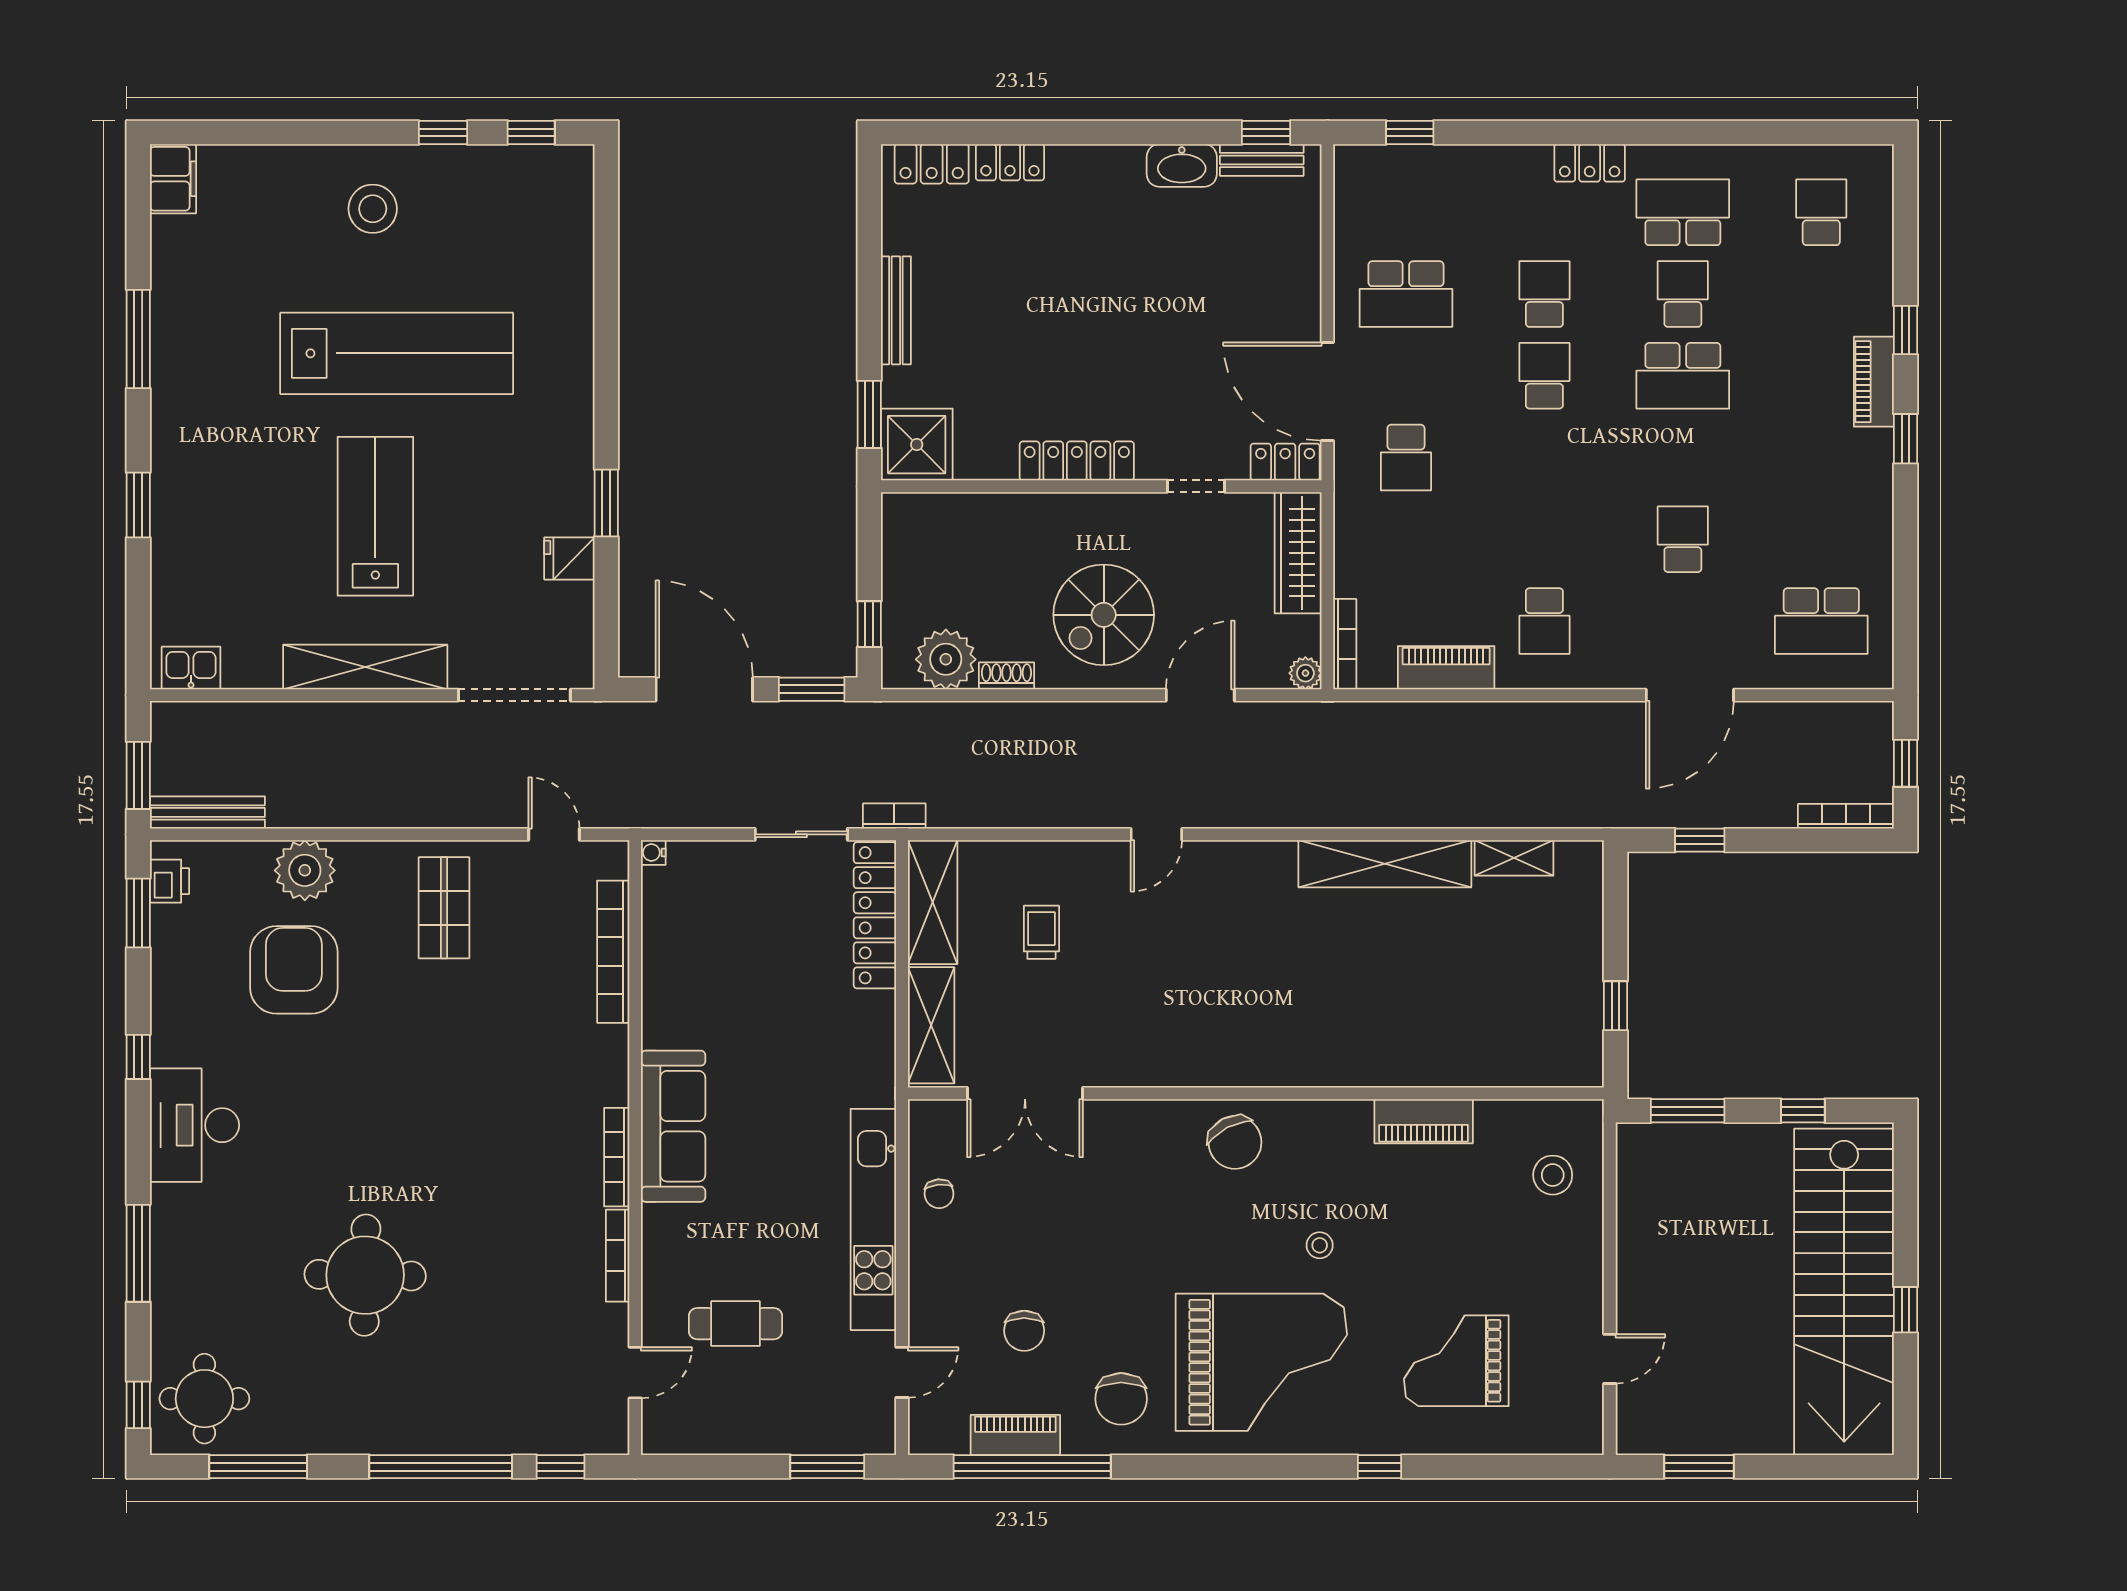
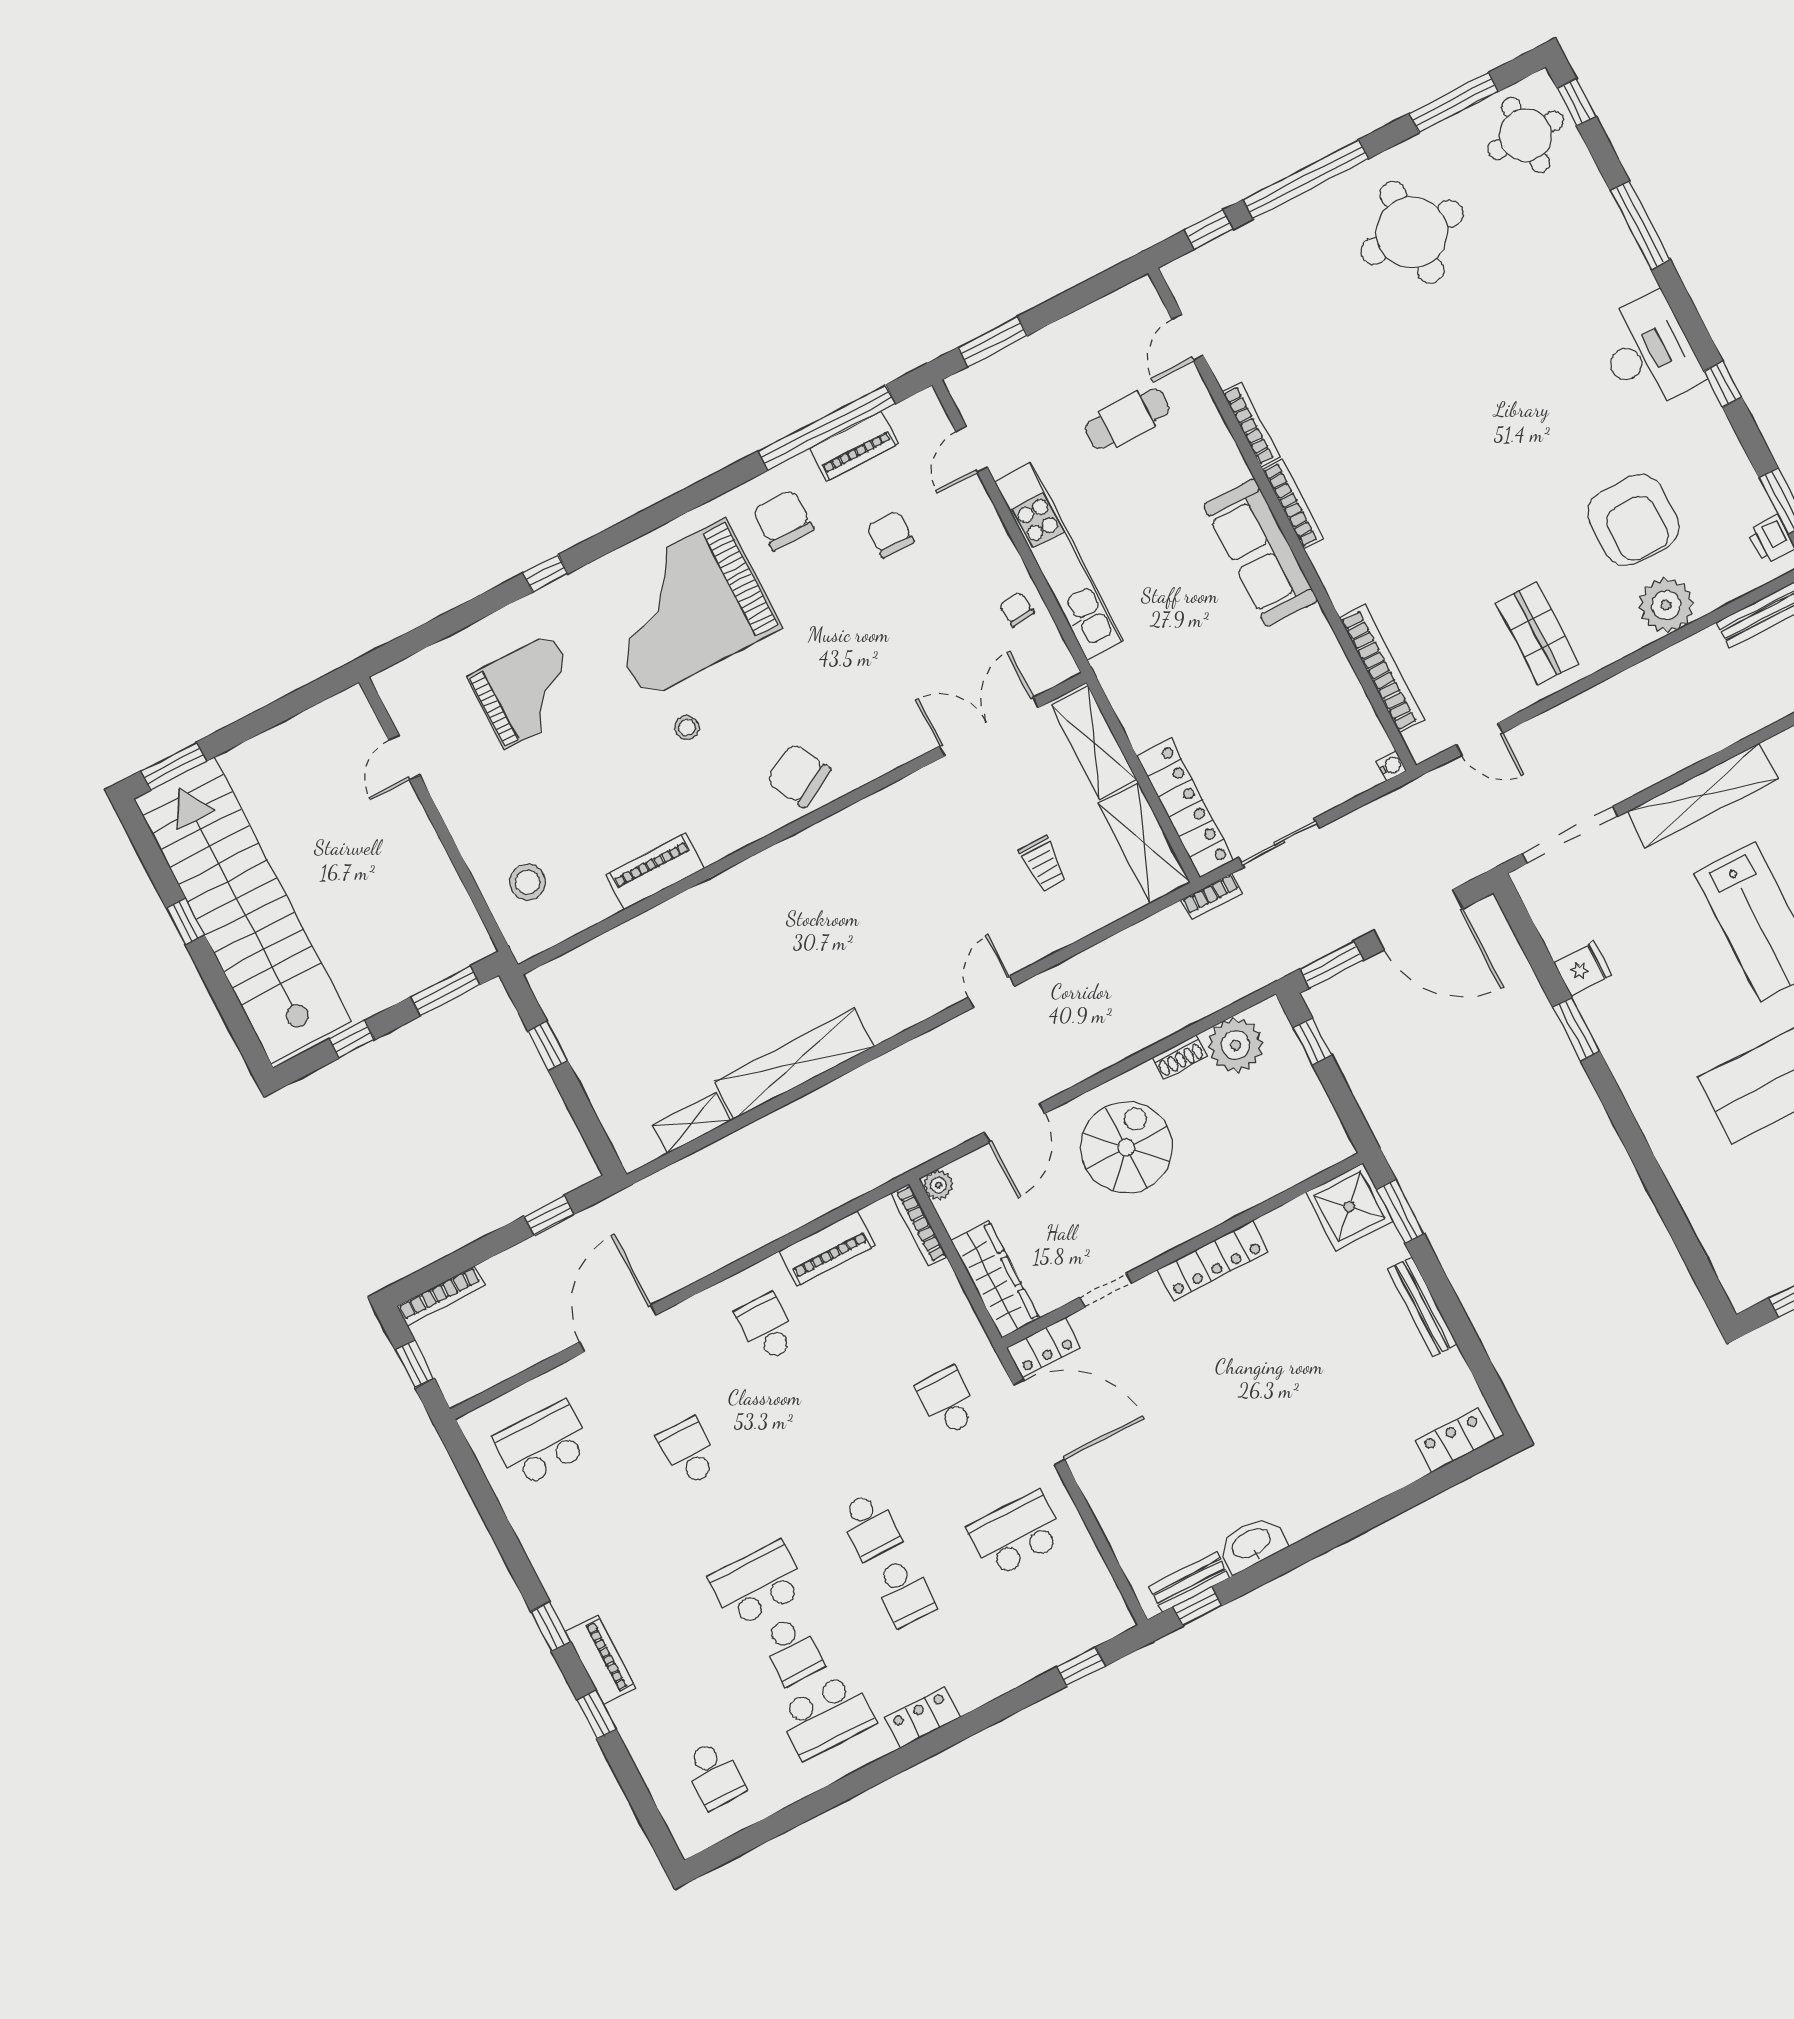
locker: (1010, 162) -> (1392, 1475), removed
school desk: (1683, 539) -> (689, 1452), turned 180
round table: (365, 1275) -> (1412, 232), moved
window: (1699, 1467) -> (174, 766), moved

